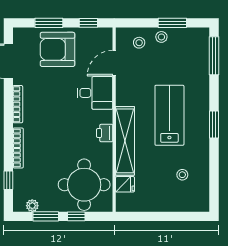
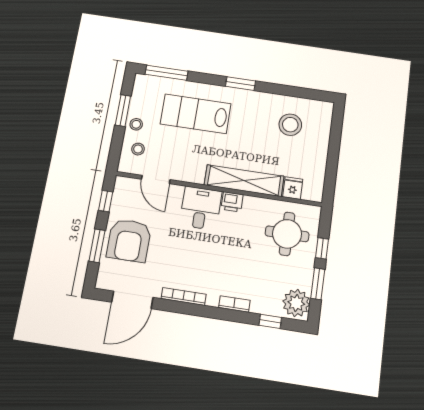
desk: (95, 93) -> (201, 208), moved
lab bench: (169, 115) -> (196, 114), moved
bookcase: (18, 148) -> (234, 304), width x0.64
stool: (182, 175) -> (290, 125), width x1.89, depth x1.89
round table: (84, 185) -> (287, 234), width x0.73, depth x0.73
plant: (32, 206) -> (296, 303), width x1.87, depth x1.87

